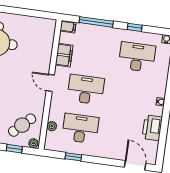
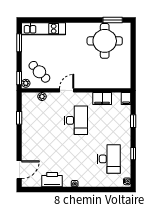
window: (96, 22) -> (133, 121), width x0.46
door: (50, 83) -> (67, 90), moved
desk: (80, 128) -> (43, 120), removed
window: (14, 149) -> (19, 78), moved

